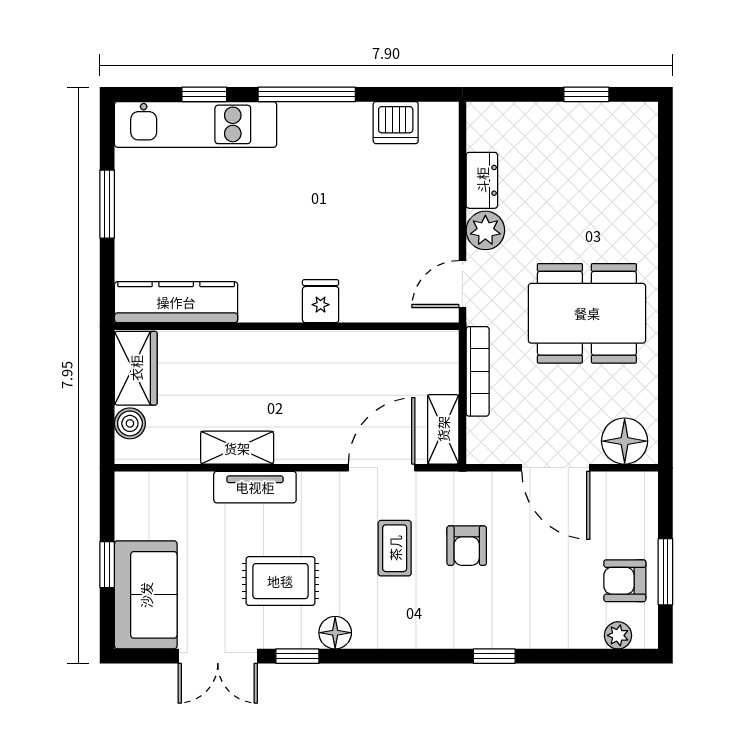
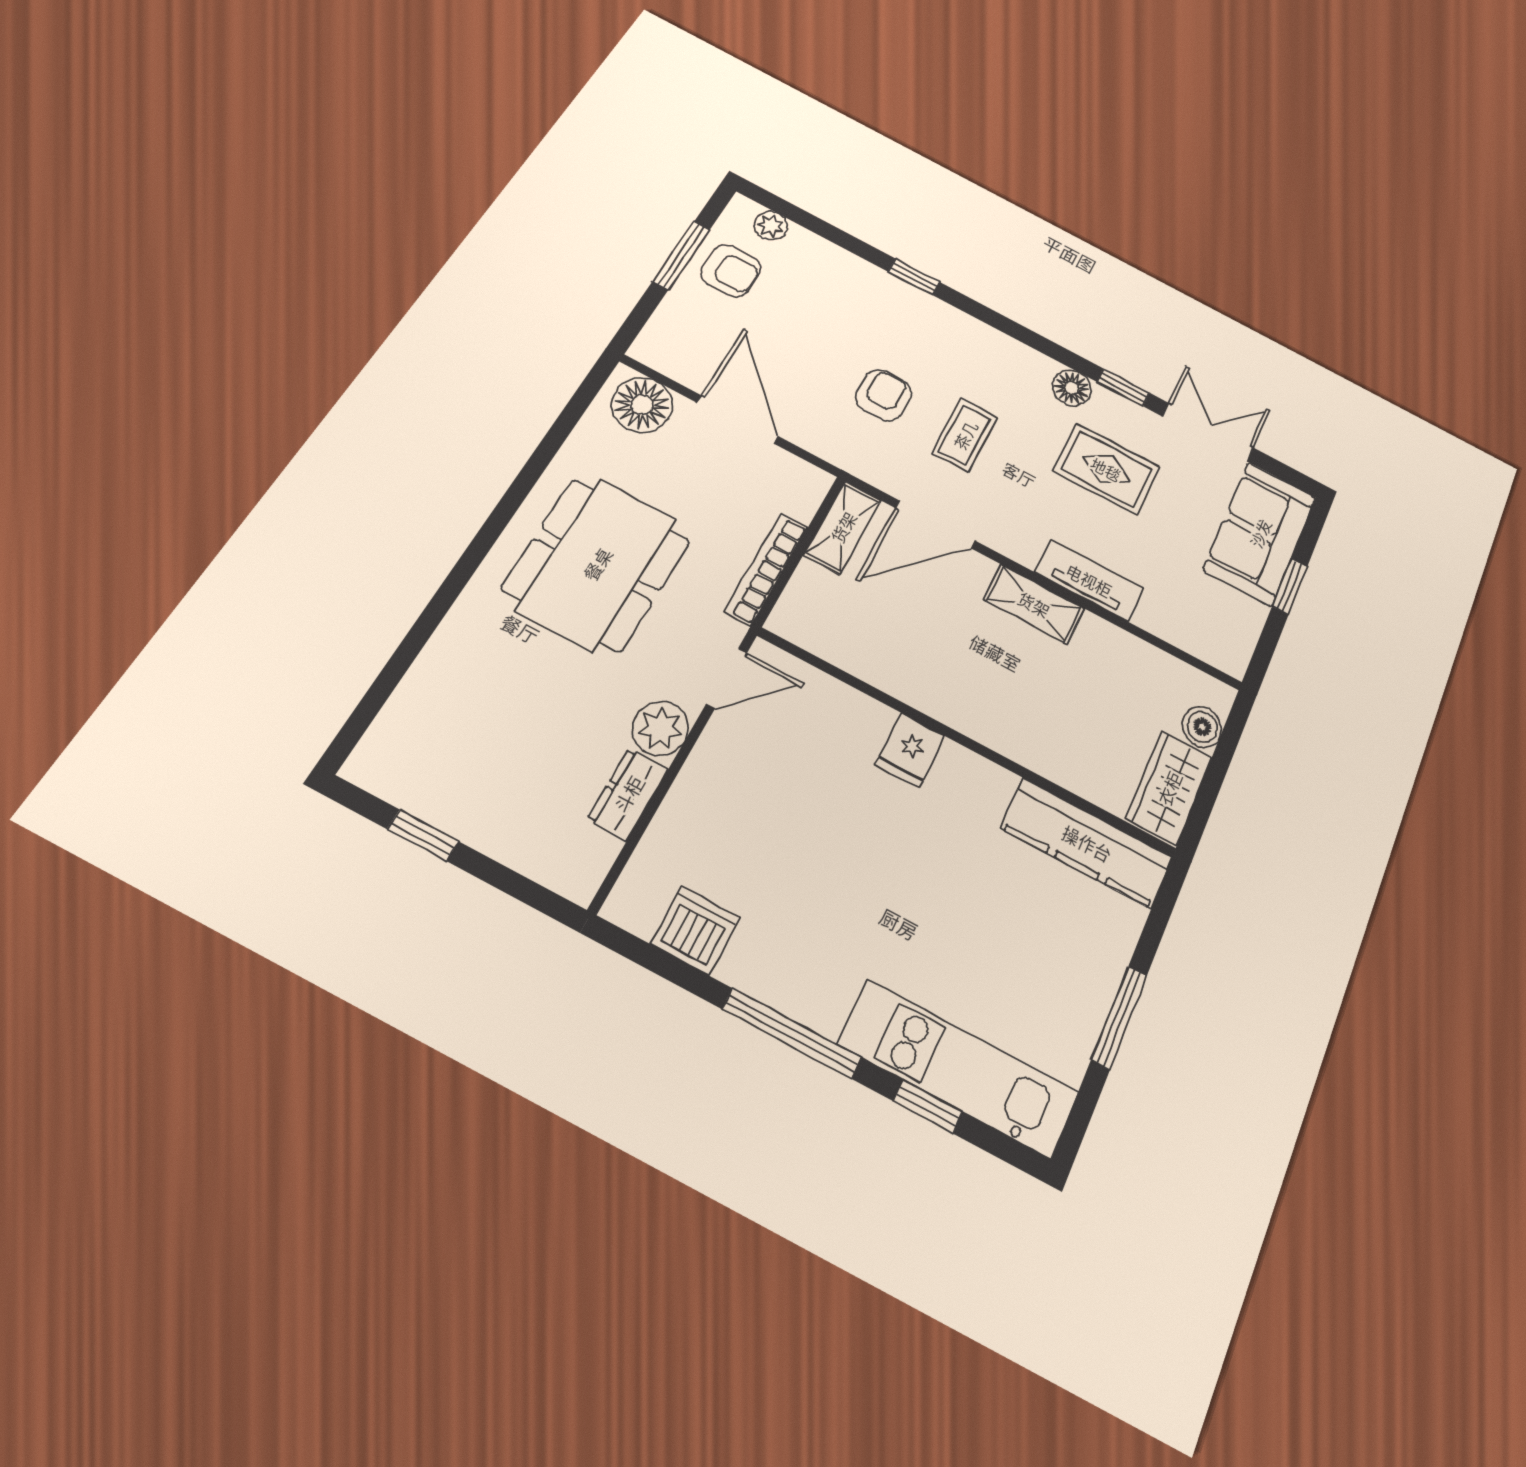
dining table: (587, 313) -> (597, 564), turned 90
shelving: (237, 448) -> (1034, 604), moved

